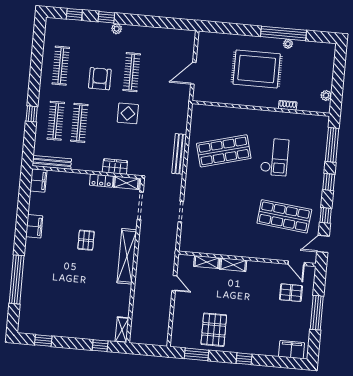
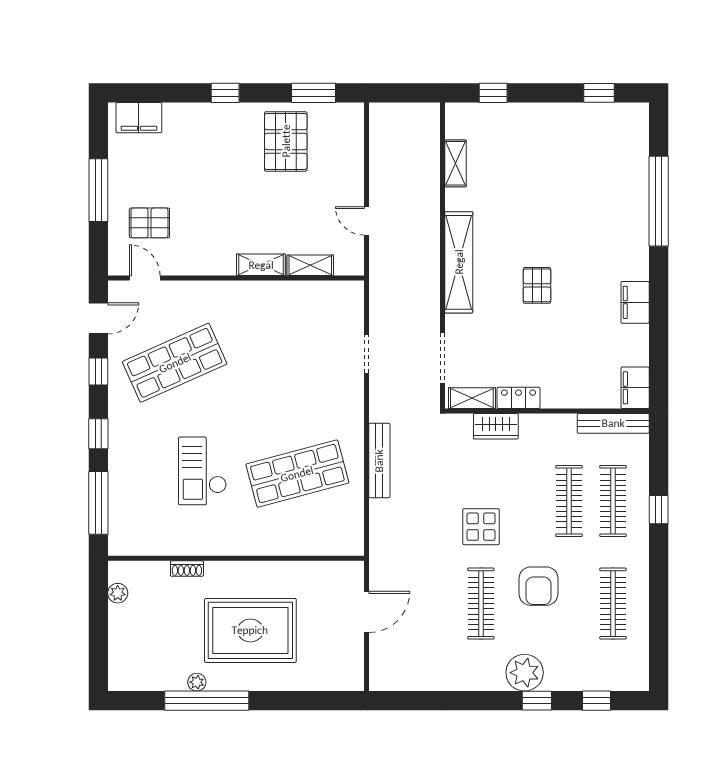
plant: (117, 29) -> (525, 673), width x1.88, depth x1.88
shop shelf: (284, 216) -> (175, 363), turned -30
shelving: (122, 330) -> (455, 163), moved

